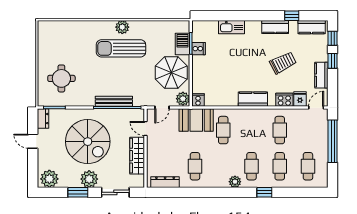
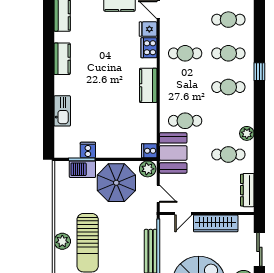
window: (292, 16) -> (49, 39), removed
trolley: (283, 63) -> (105, 49), removed
plant: (235, 182) -> (247, 133), moved

